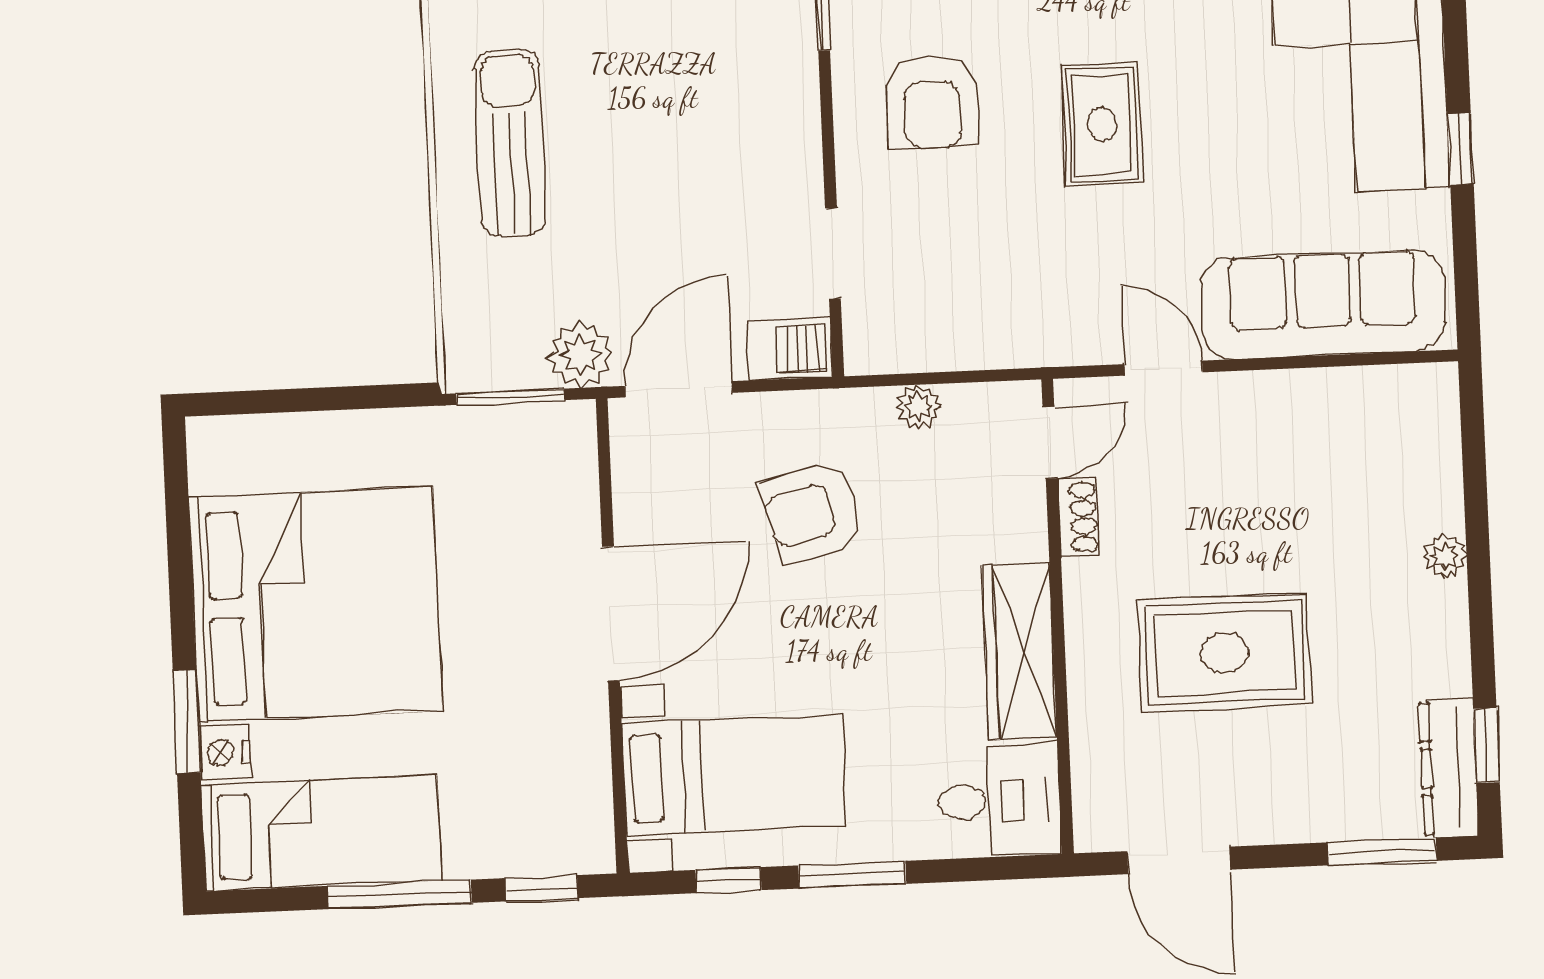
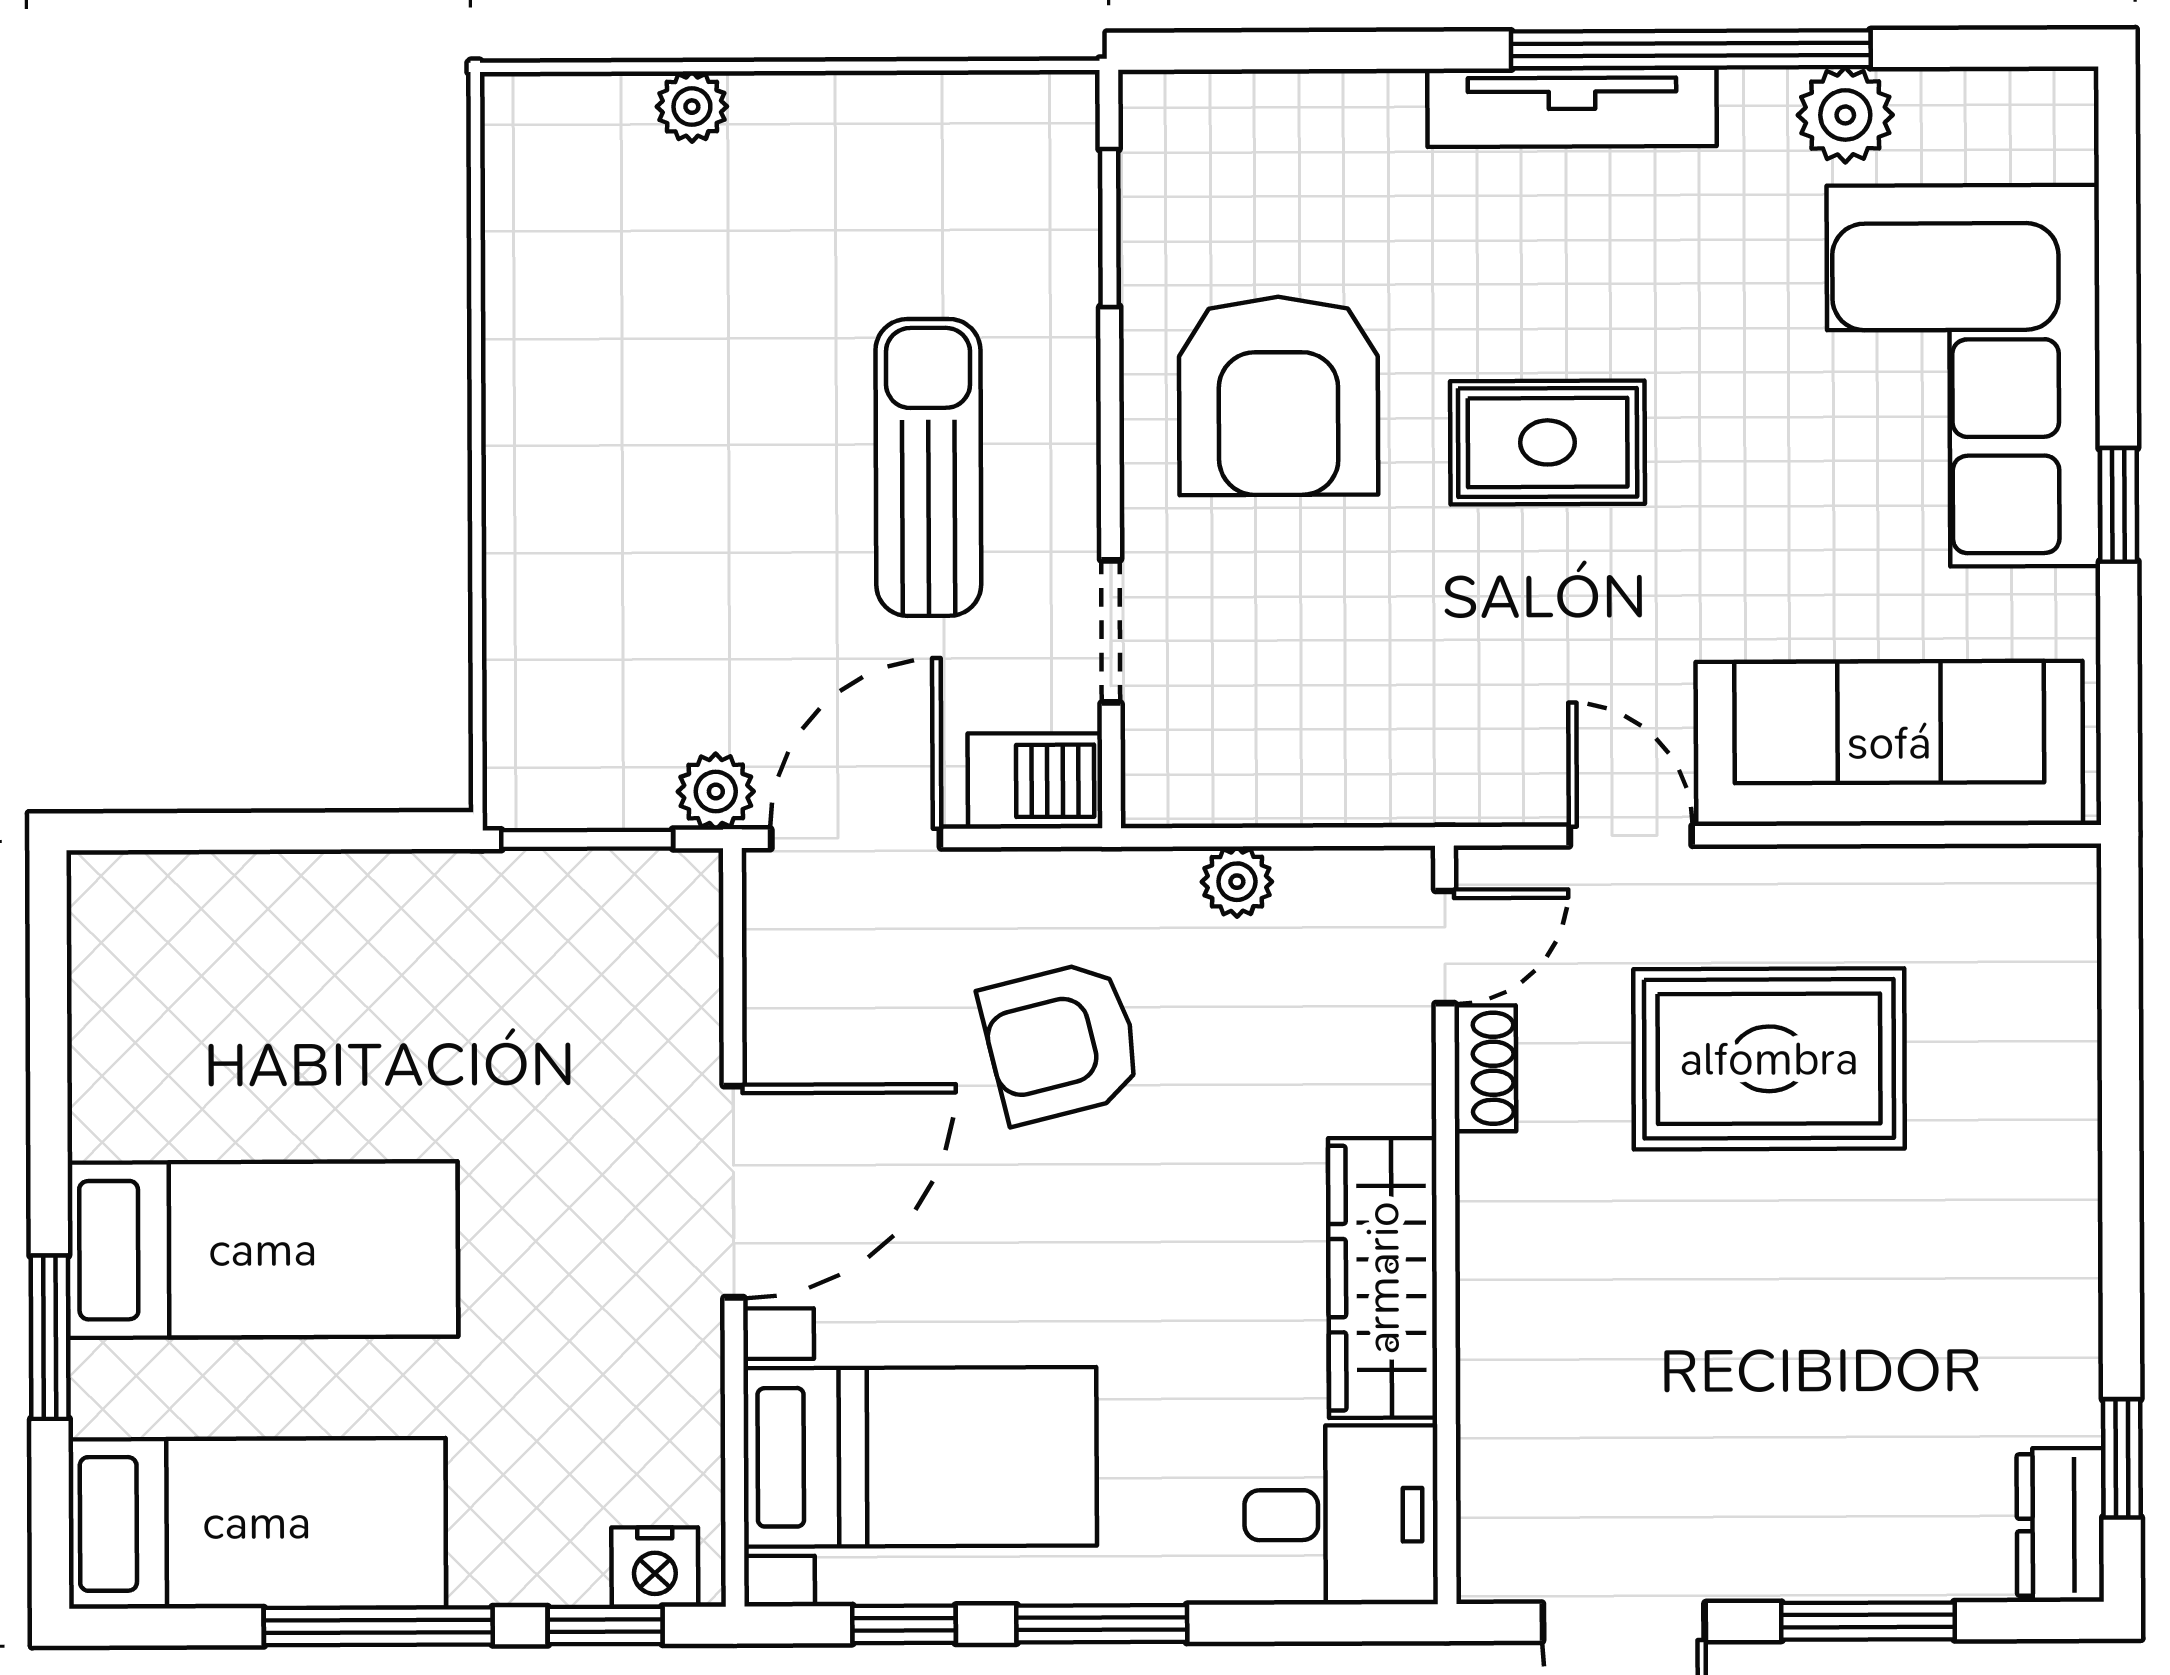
armchair: (932, 102) -> (1278, 396), width x1.36, depth x1.36
rug: (1102, 124) -> (1548, 442), turned 90
sun lounger: (510, 143) -> (928, 467), moved
plant: (580, 355) -> (716, 791), width x0.73, depth x0.73
plant: (1445, 556) -> (2067, 1153), removed
bed: (315, 604) -> (263, 1250), width x0.49
rug: (1225, 653) -> (1769, 1059), moved
nightstand: (224, 752) -> (655, 1567), moved, turned -90
dresser: (1449, 768) -> (2060, 1525), width x0.70
window: (1382, 852) -> (1868, 1621), moved

